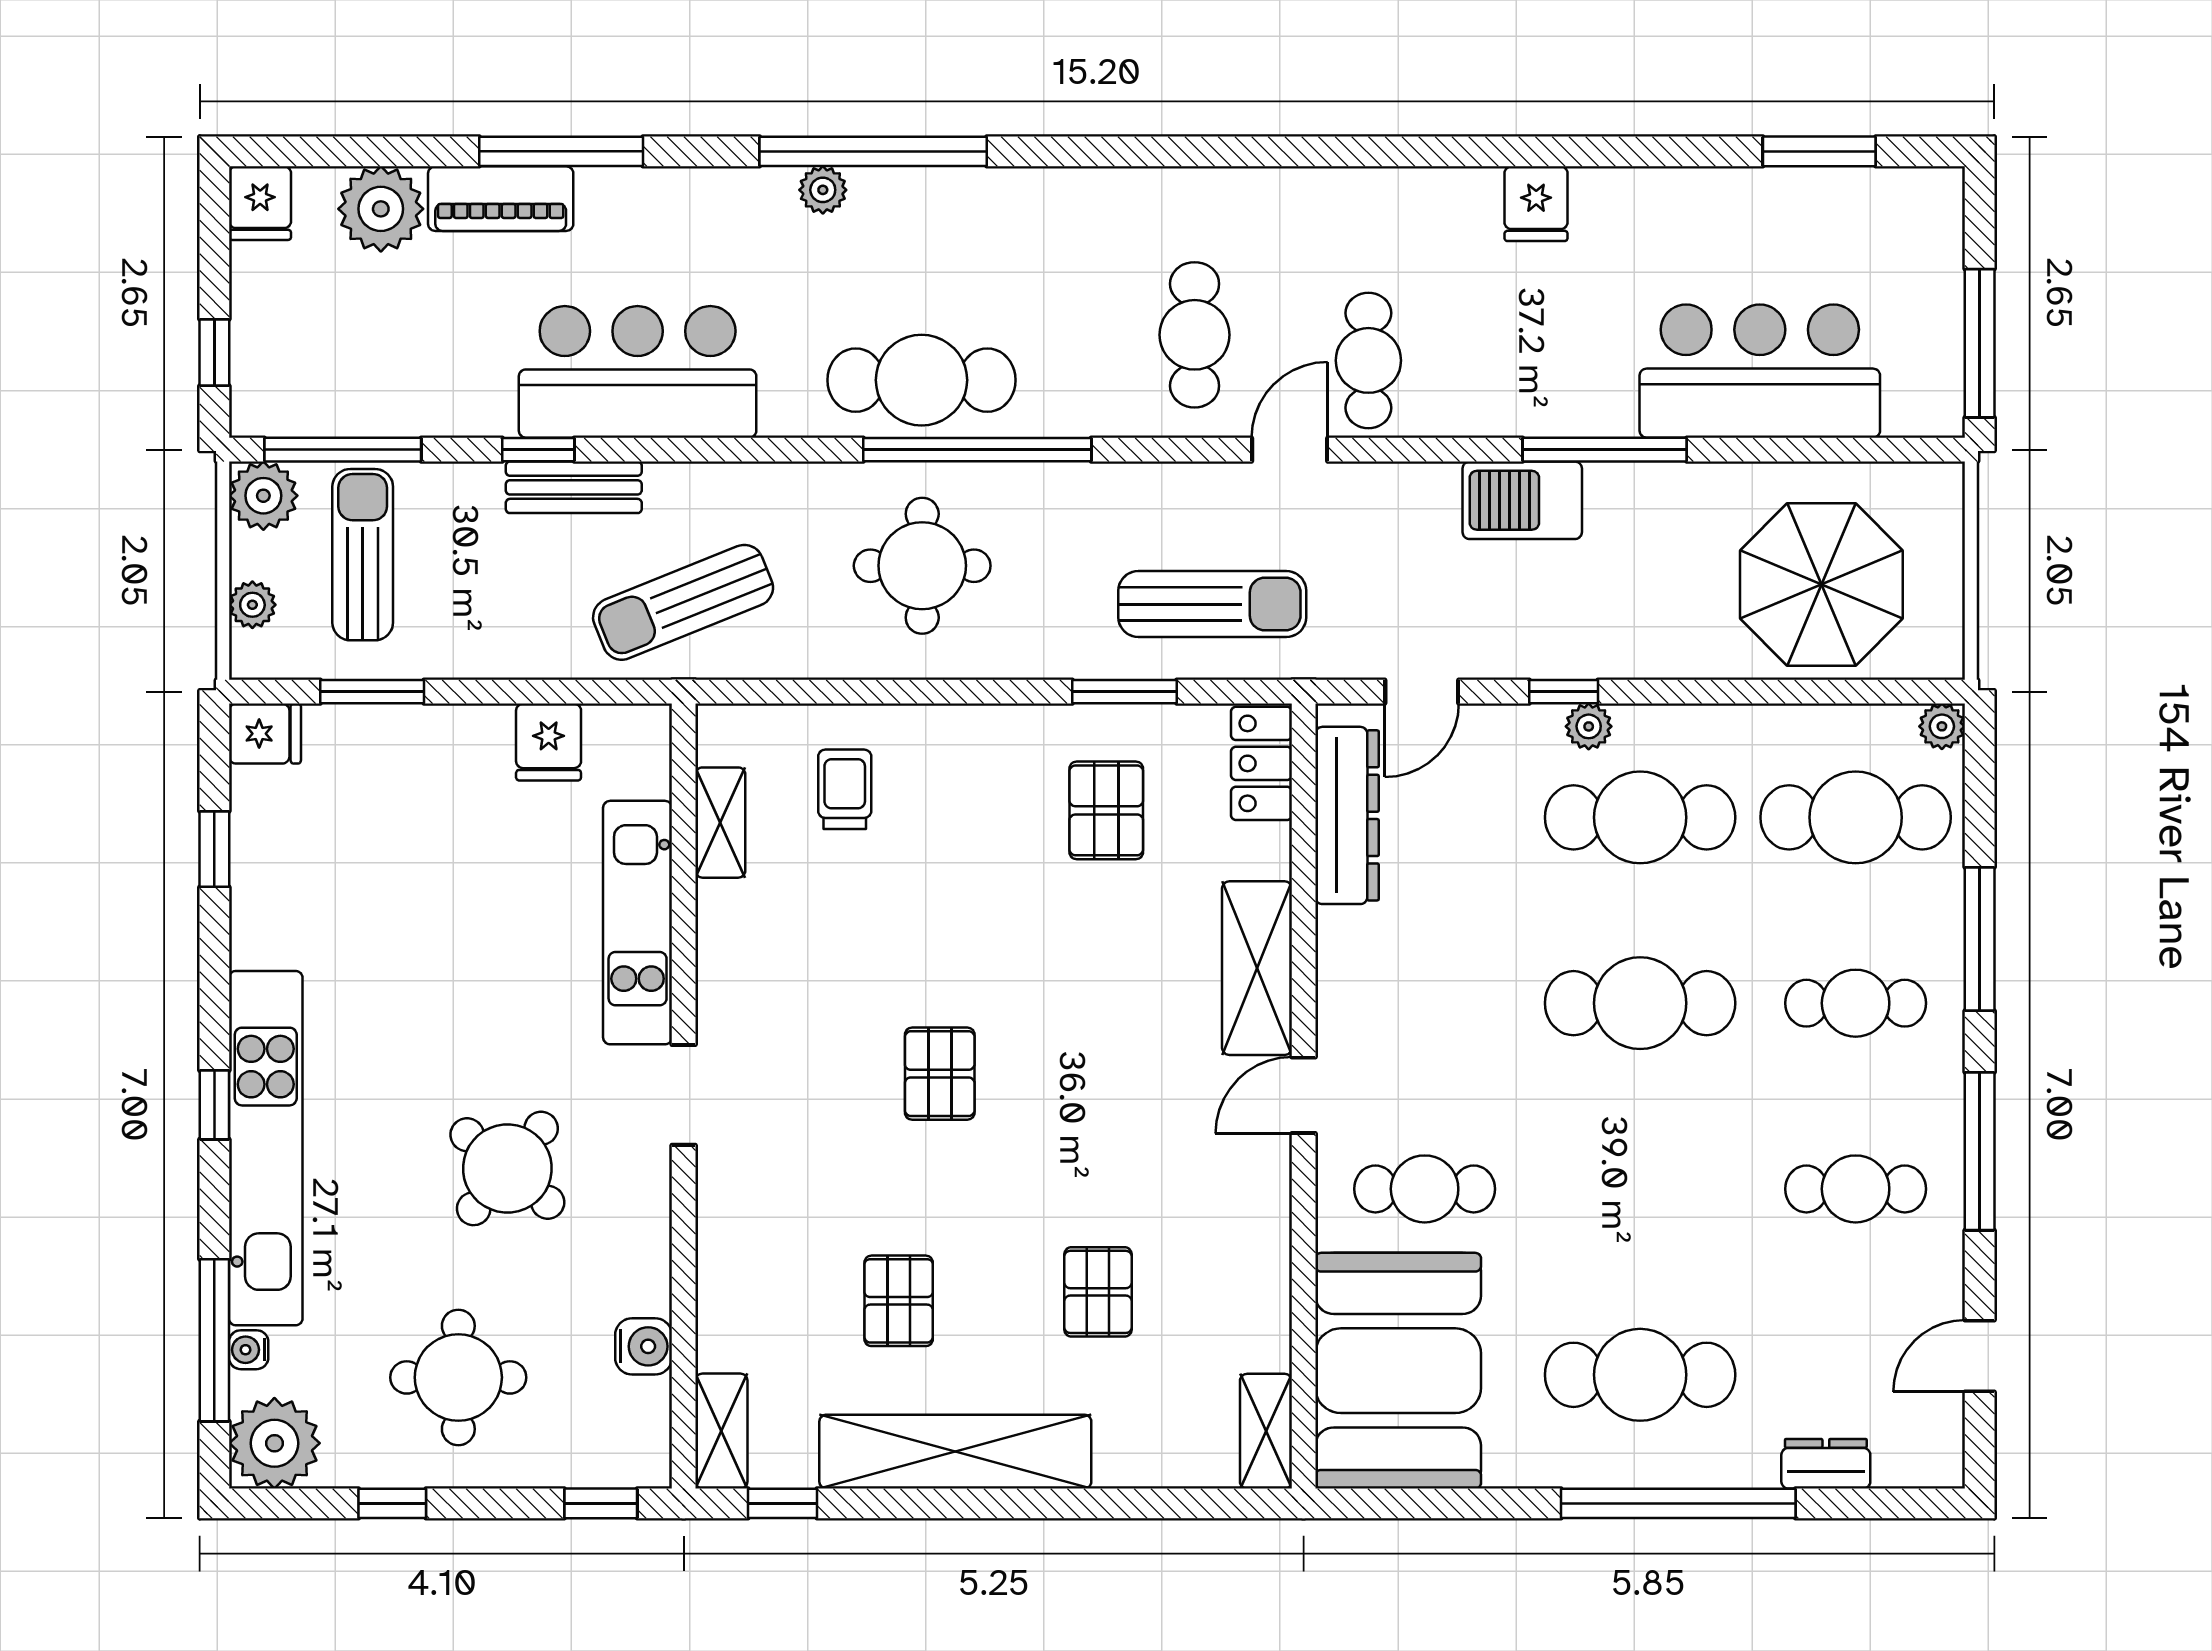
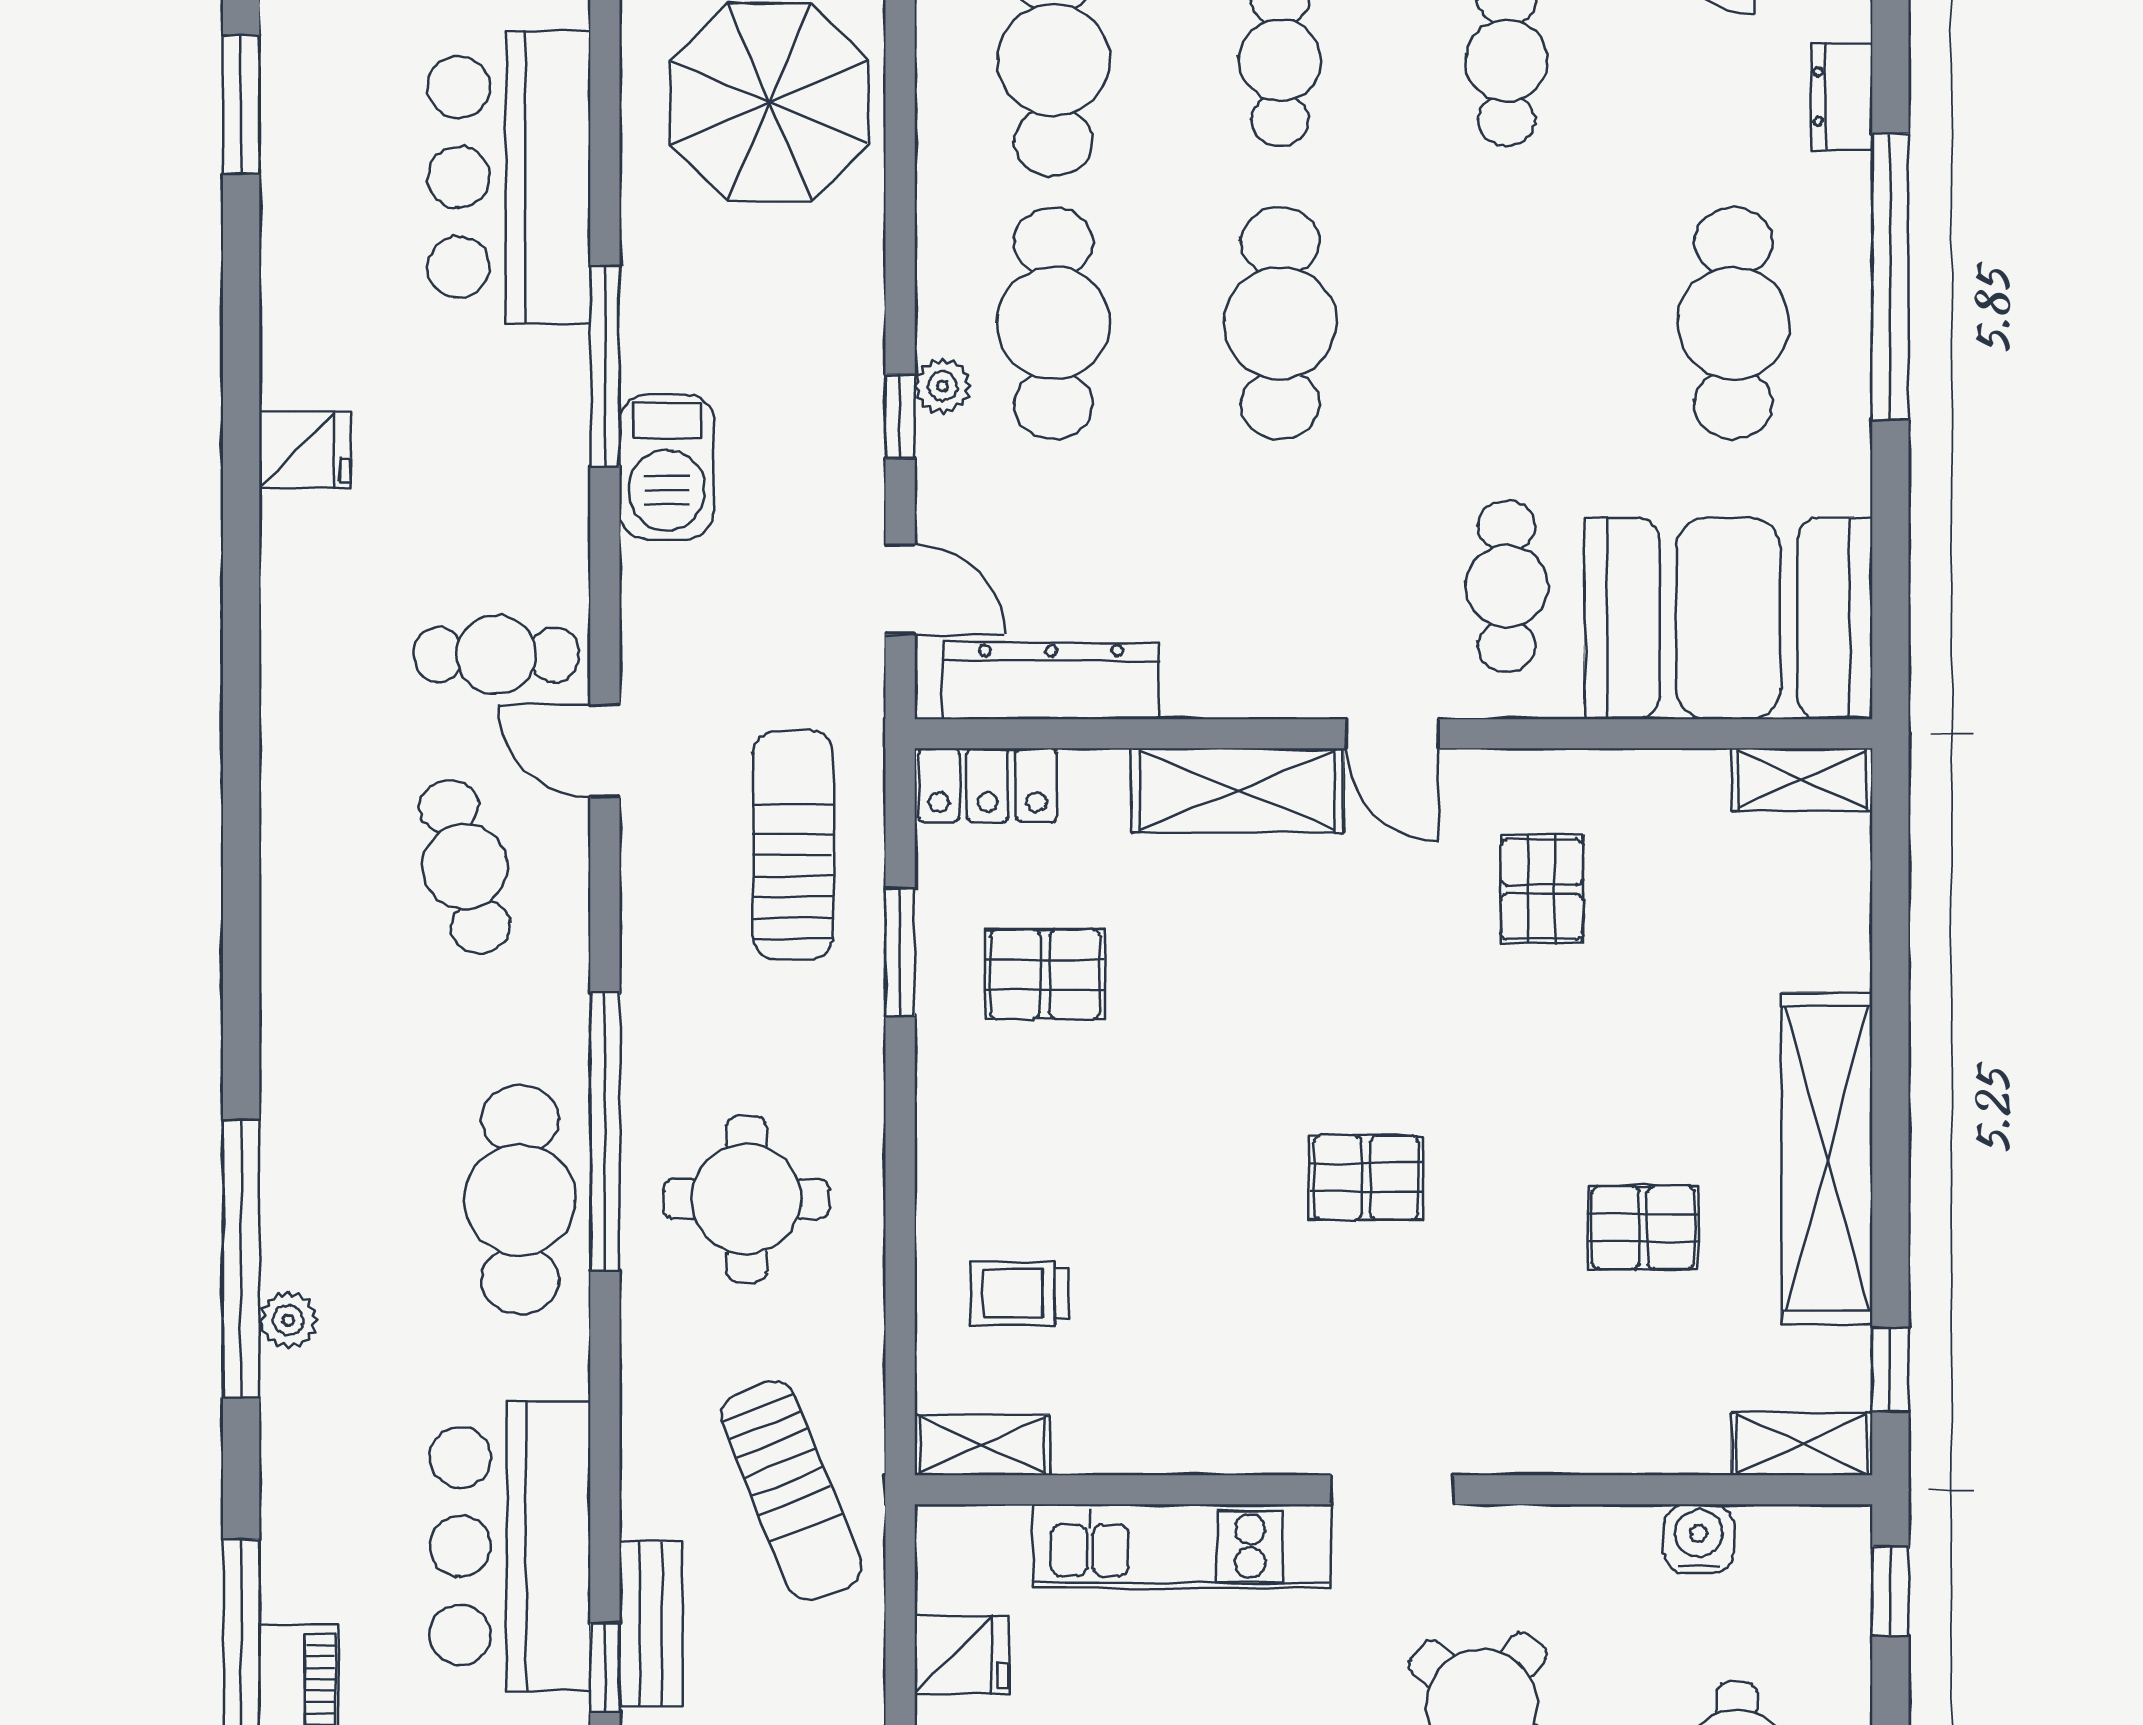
cafe table: (1195, 335) -> (465, 867), turned 75
shelving: (720, 823) -> (982, 1445), moved
pallet: (1098, 1292) -> (1542, 889), moved, turned 90

